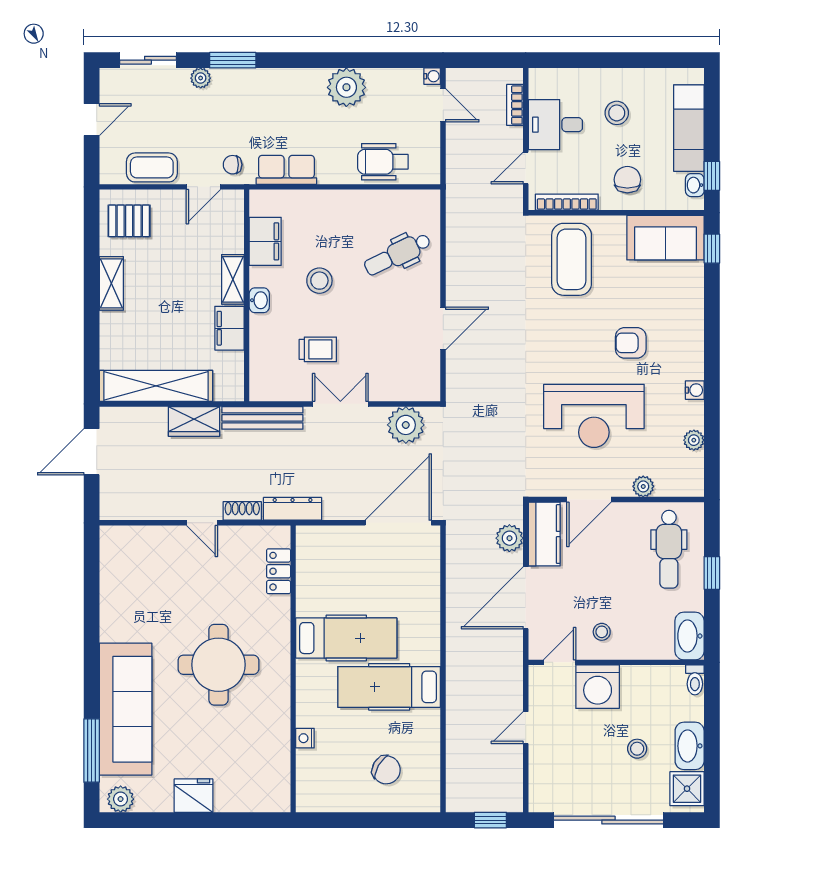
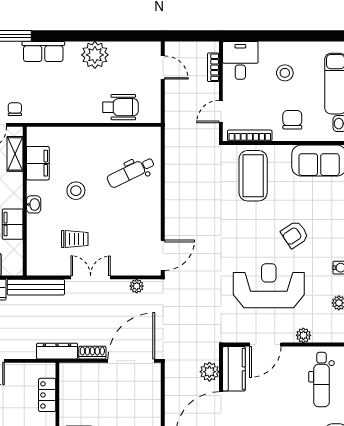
water cooler: (432, 76) -> (155, 47), removed
desk: (555, 125) -> (240, 60), moved, turned 90
wheelchair: (383, 162) -> (120, 107), turned 180
chair: (233, 165) -> (15, 109), turned 90
row of seats: (286, 170) -> (43, 51), moved, turned 180
shelving: (233, 279) -> (15, 154), moved
door: (443, 328) -> (163, 255), moved
armchair: (631, 343) -> (295, 234), turned -33
reception desk: (594, 416) -> (269, 286), turned 180
plant: (406, 425) -> (137, 286), width x0.53, depth x0.53
shoe rack: (242, 511) -> (92, 353), moved

